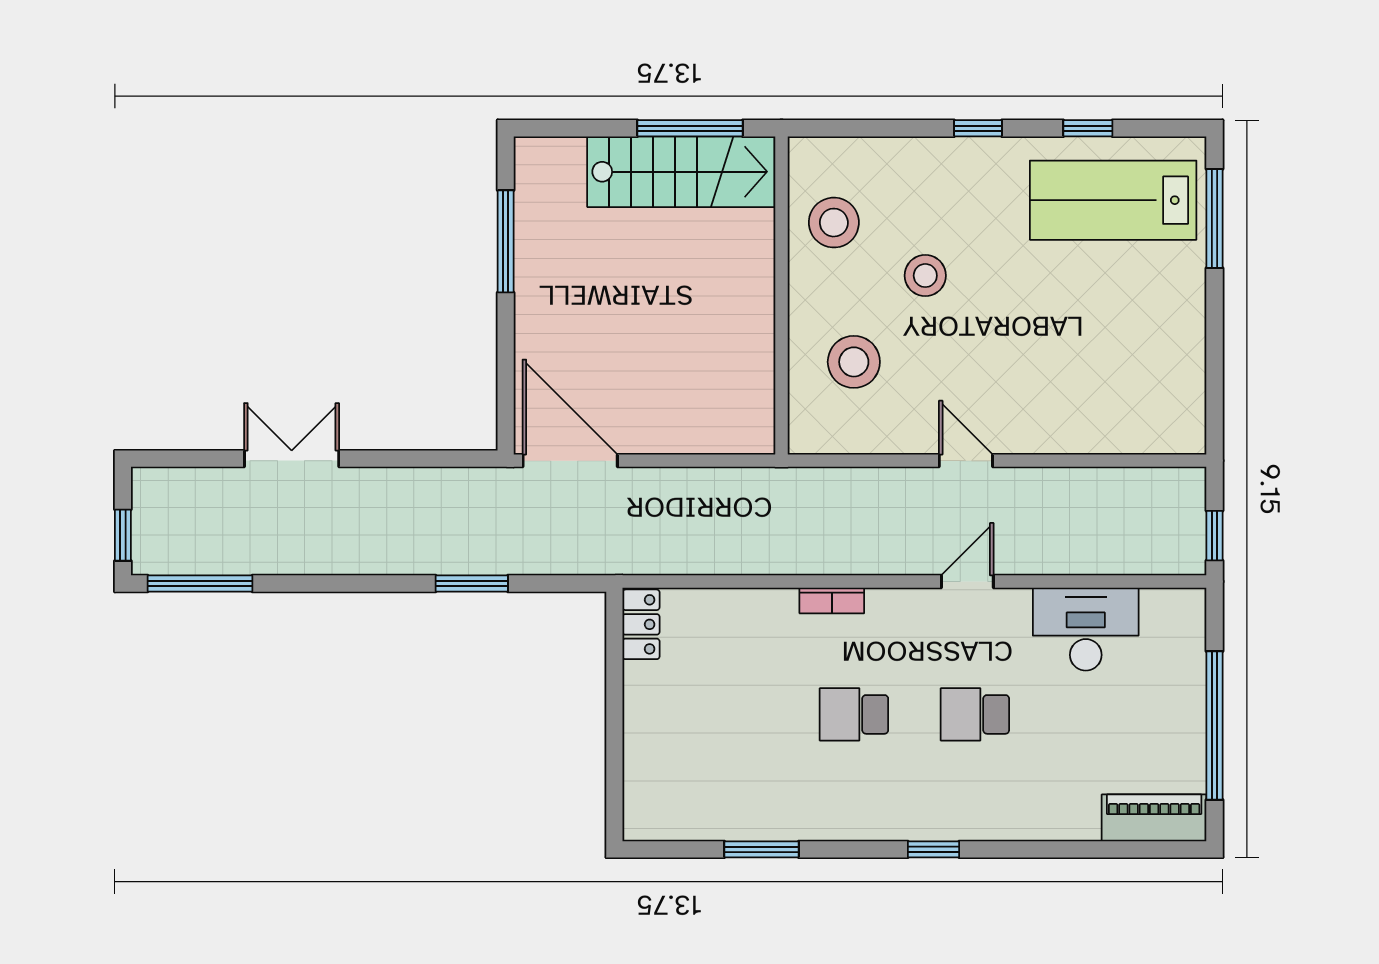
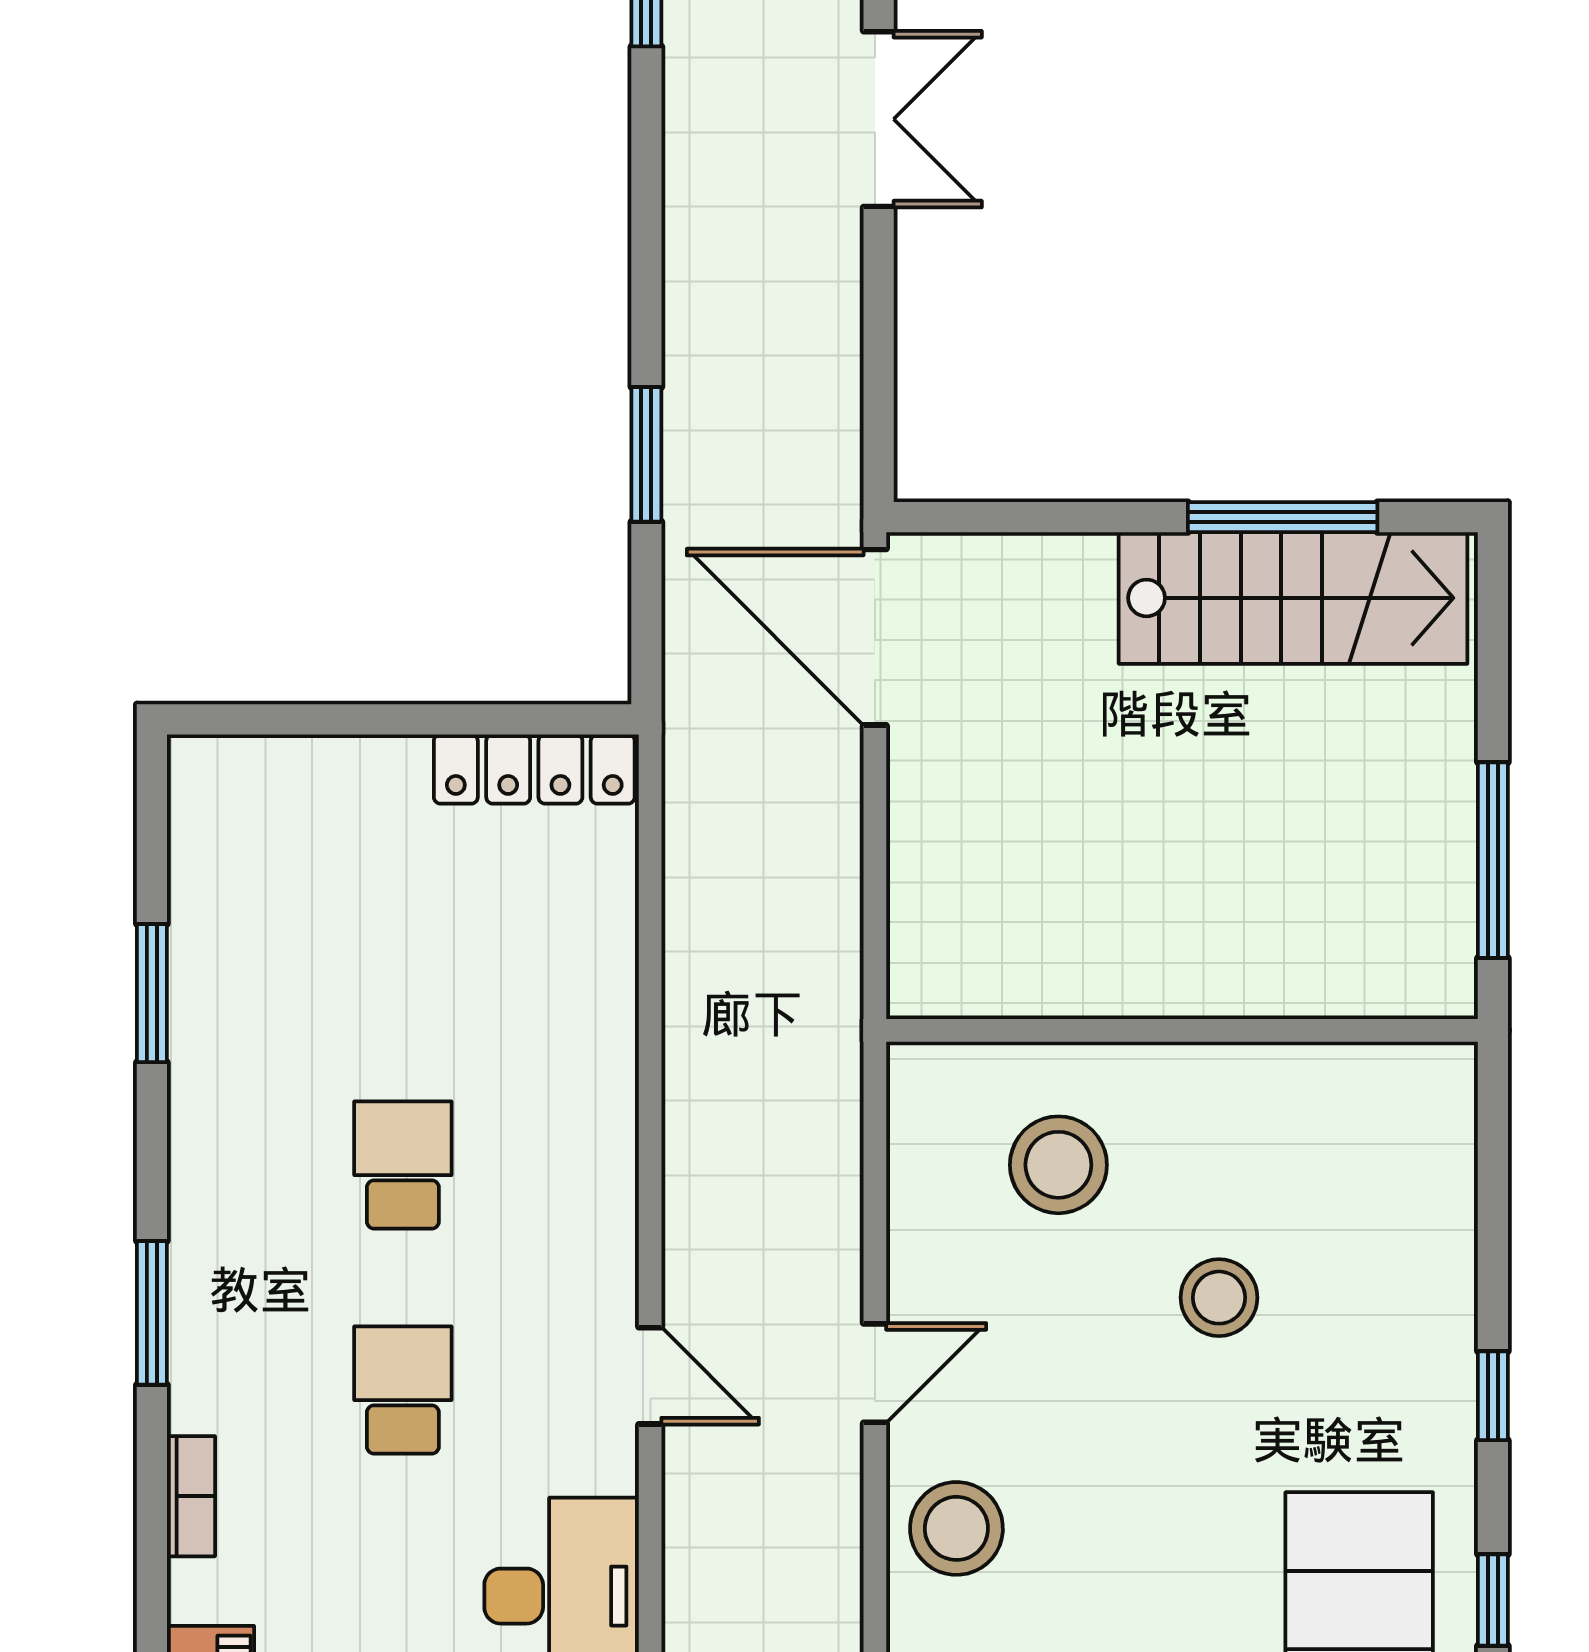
stairs: (681, 172) -> (1293, 598), moved, turned -90
stool: (834, 223) -> (956, 1528), moved
door: (570, 461) -> (875, 637), swing flipped
bookcase: (832, 600) -> (191, 1496), moved, turned 180
locker: (641, 624) -> (534, 769), width x1.53
window: (934, 849) -> (152, 1313), width x1.50

